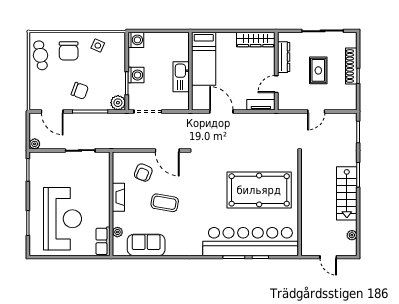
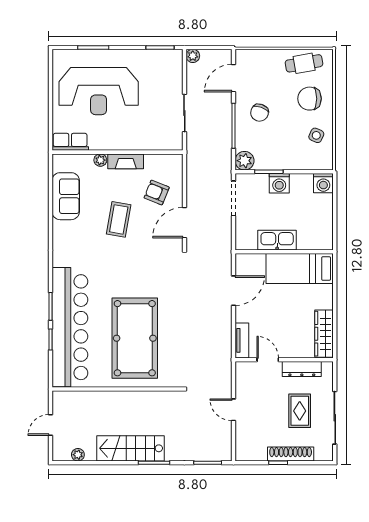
rug: (318, 70) -> (300, 411), moved, turned 90
plant: (117, 232) -> (100, 160), moved

